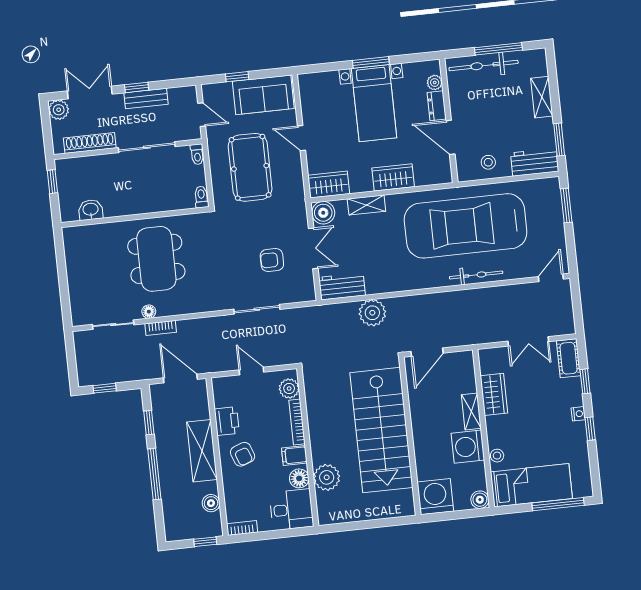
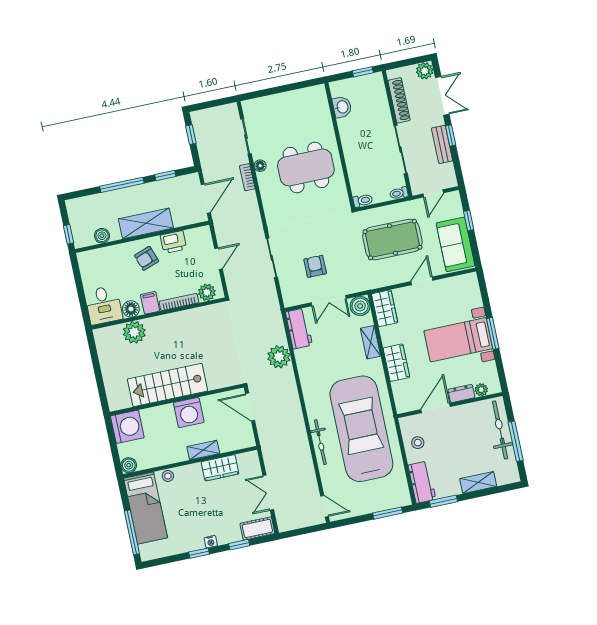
stairs: (381, 430) -> (167, 385), width x0.73, depth x0.66
washing machine: (468, 447) -> (189, 412), moved, turned 180
bookcase: (242, 528) -> (83, 264), removed

